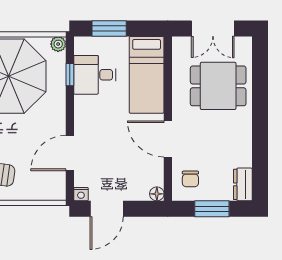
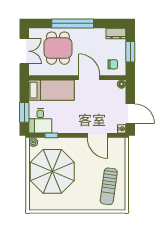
desk: (95, 75) -> (40, 121), moved
window: (260, 111) -> (73, 23), added
door: (168, 139) -> (89, 78), swing flipped

